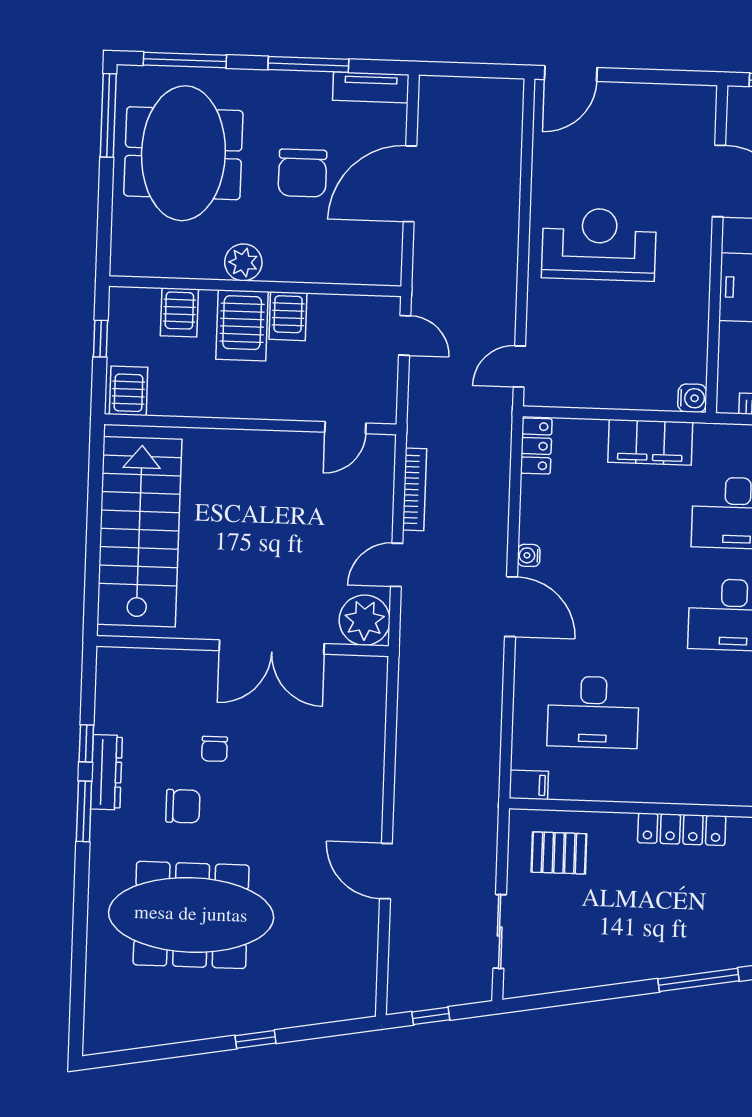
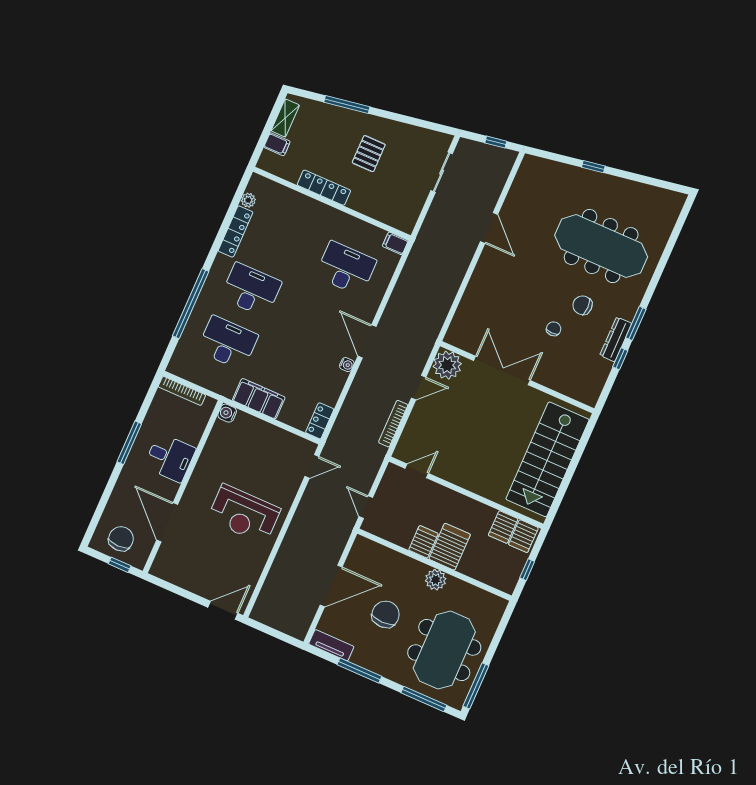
server rack: (179, 312) -> (503, 527), moved, turned 180
pallet: (559, 853) -> (369, 154), moved, turned 90

